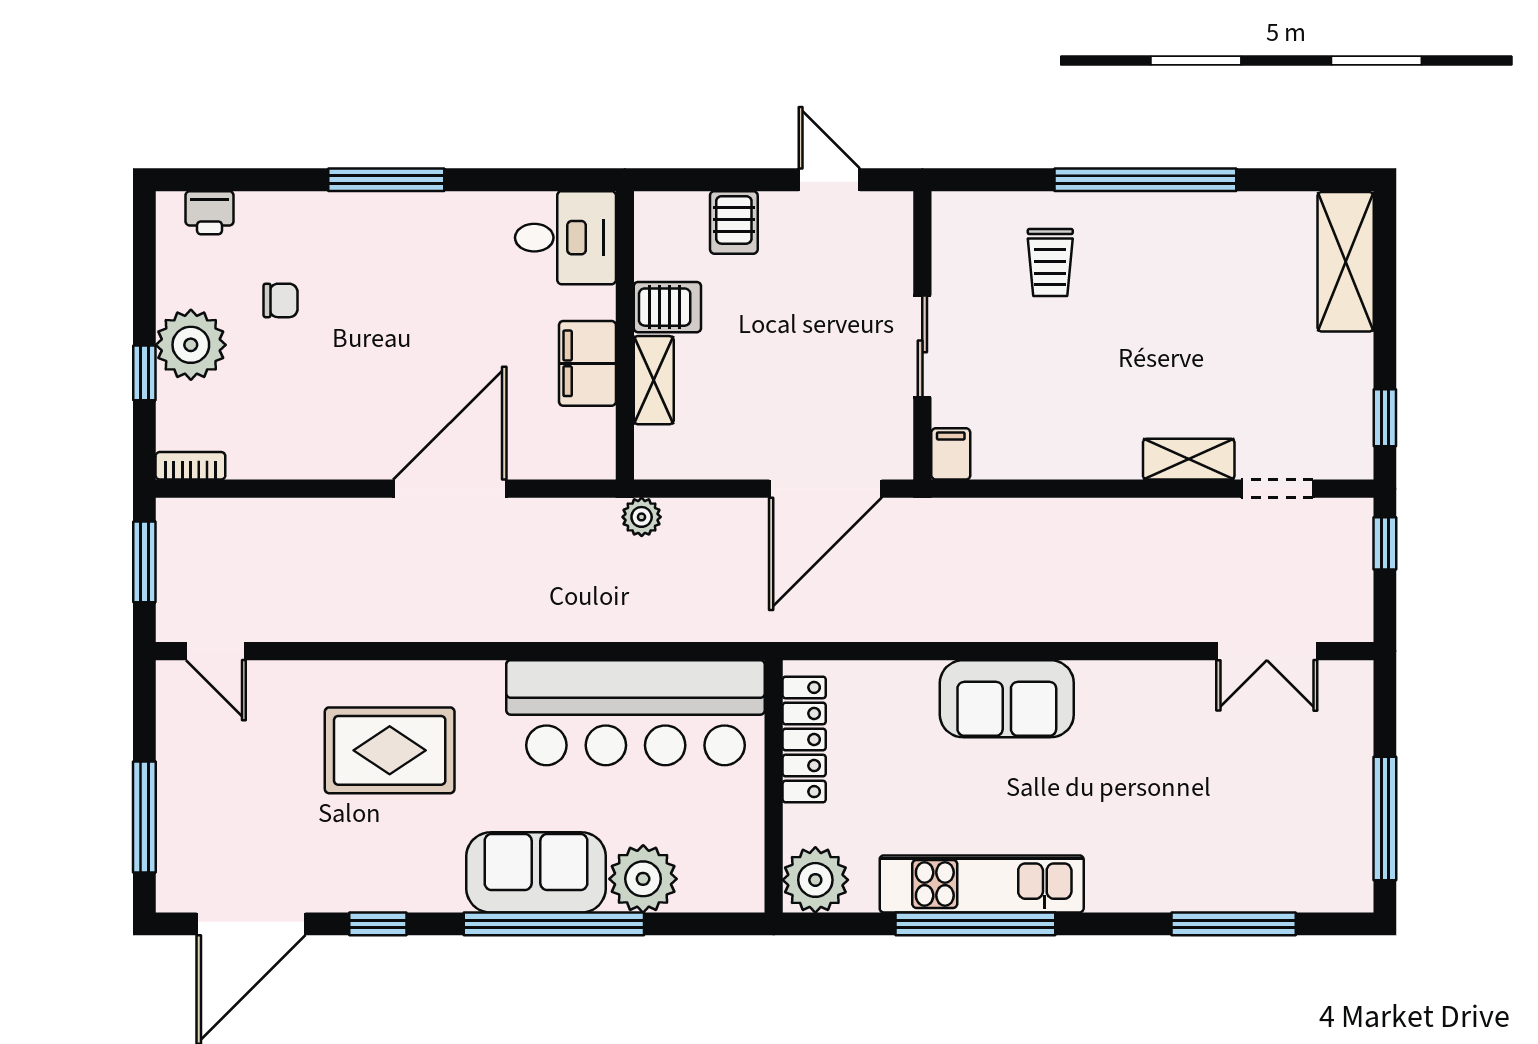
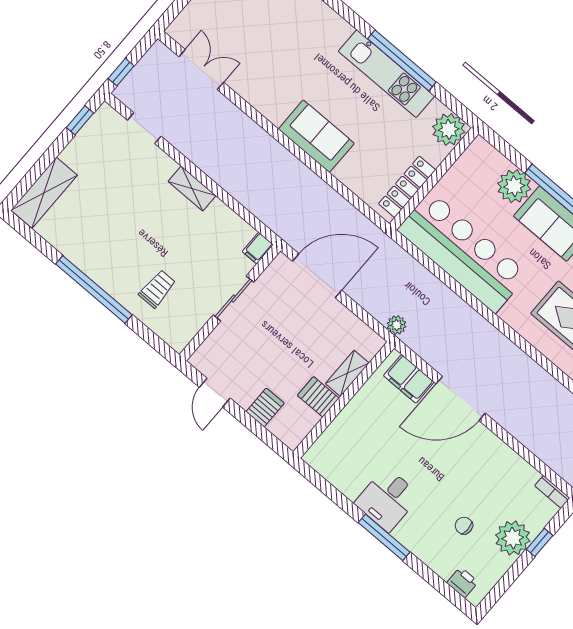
desk: (565, 238) -> (387, 499), moved, turned -90
filing cabinet: (587, 363) -> (409, 379), moved, turned 90
shelving: (1189, 459) -> (192, 189), moved

